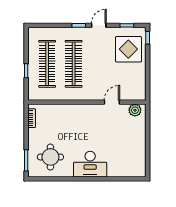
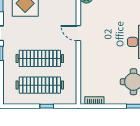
door: (112, 102) -> (78, 33), moved

